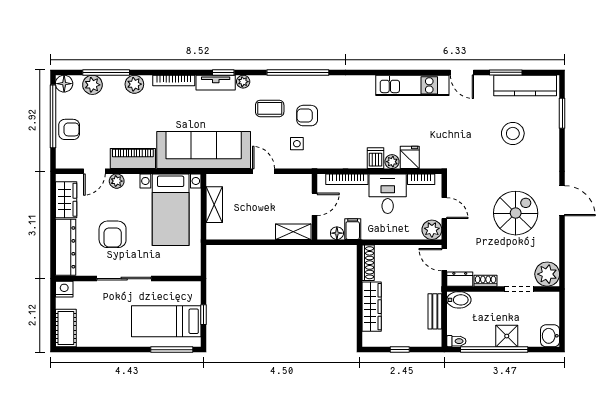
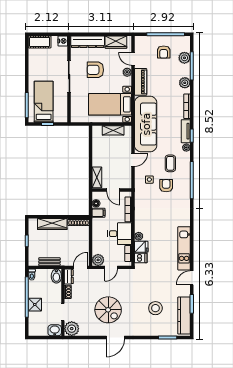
floor lamp: (64, 84) -> (185, 41), removed
armchair: (69, 129) -> (164, 52), moved
dishwasher: (376, 158) -> (141, 258), moved
washbasin: (550, 336) -> (55, 330), moved

